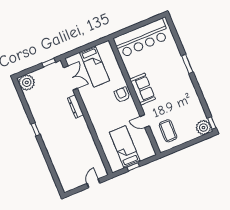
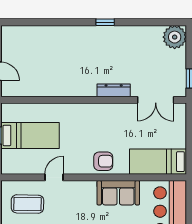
bed: (95, 66) -> (158, 162), moved
sofa: (143, 89) -> (118, 193), moved

